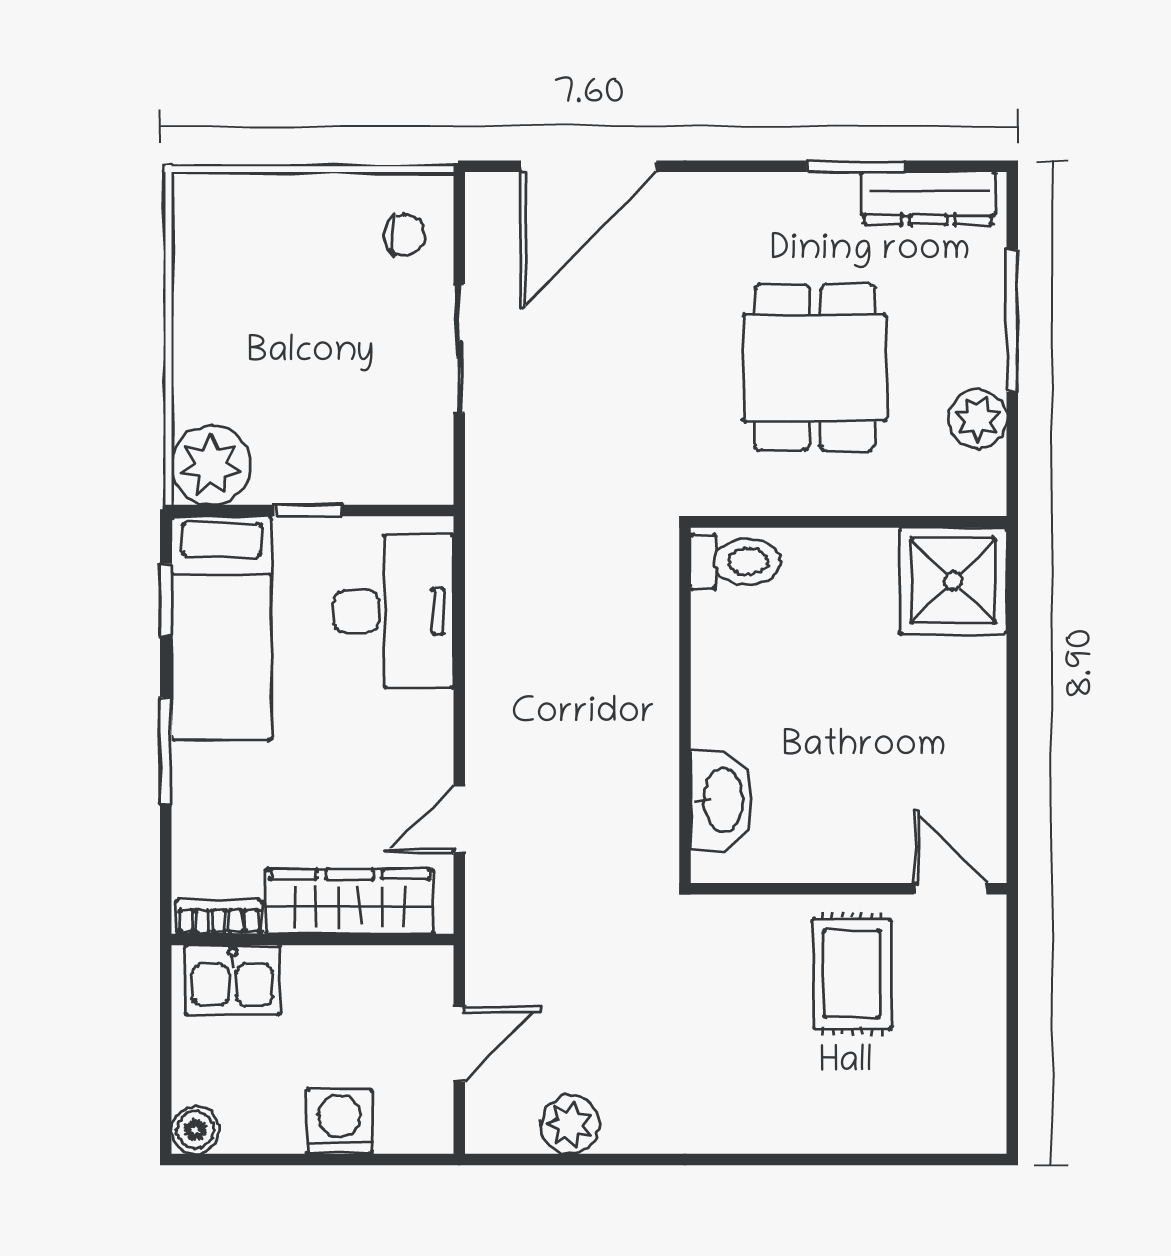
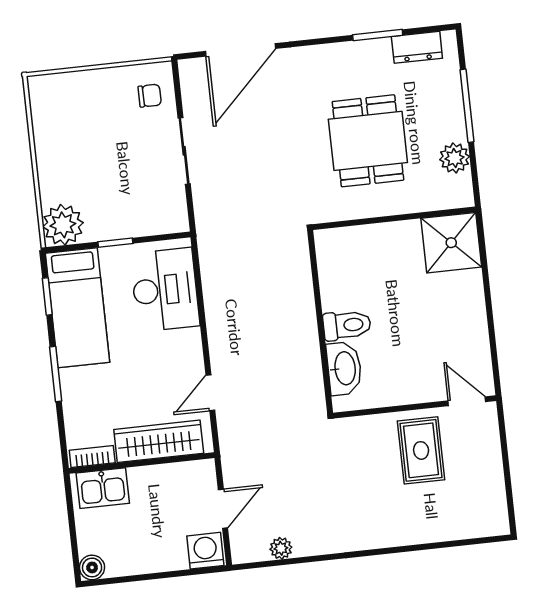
dresser: (928, 198) -> (417, 47), width x0.70
toilet: (736, 562) -> (347, 325), moved
washing machine: (339, 1121) -> (205, 551), moved
plant: (570, 1125) -> (281, 548), width x0.73, depth x0.73

